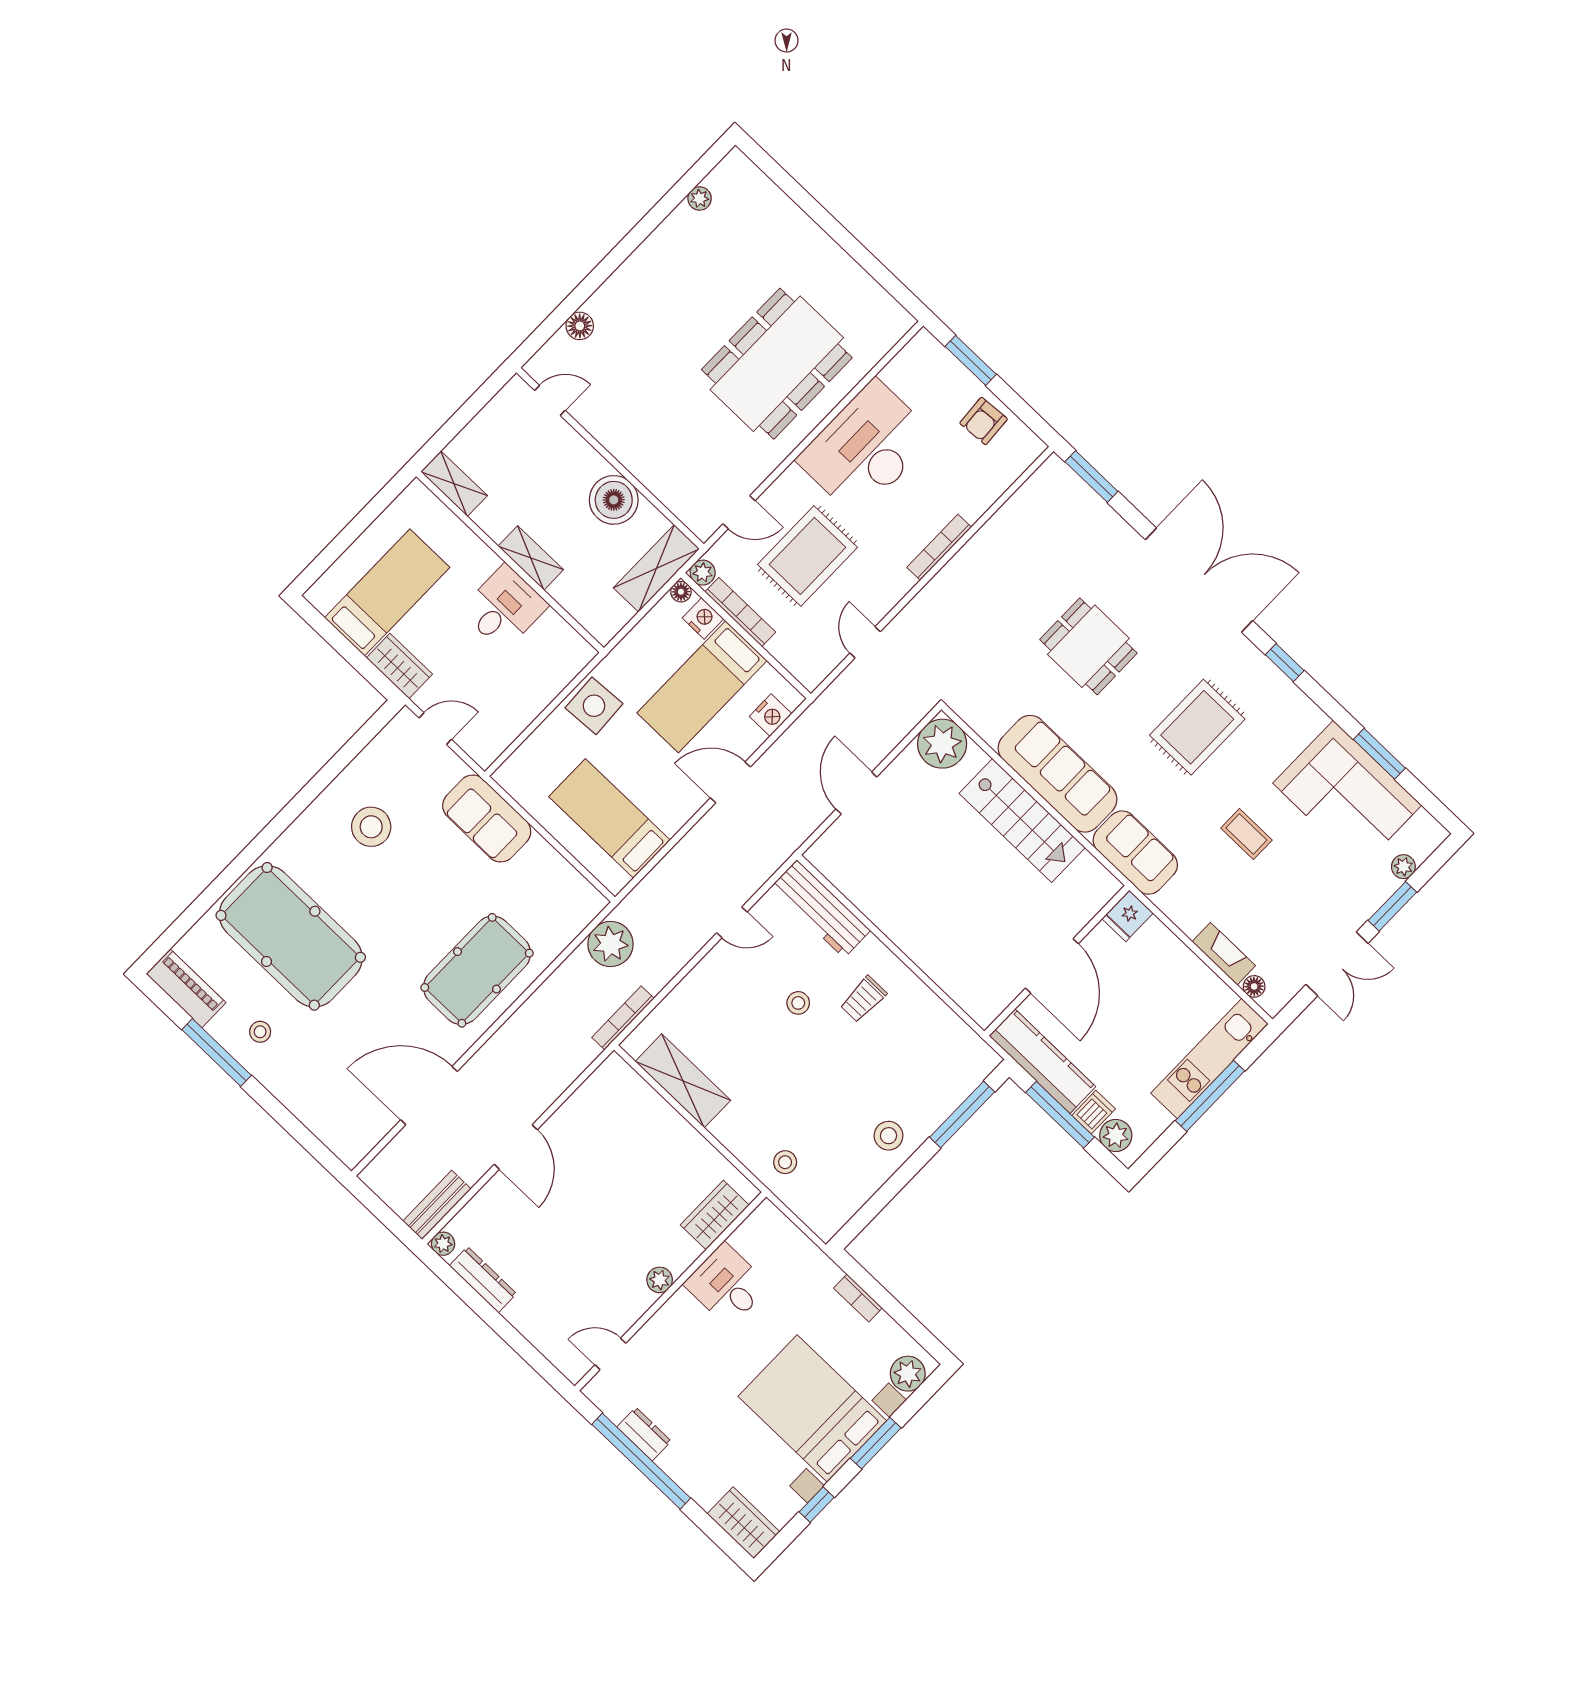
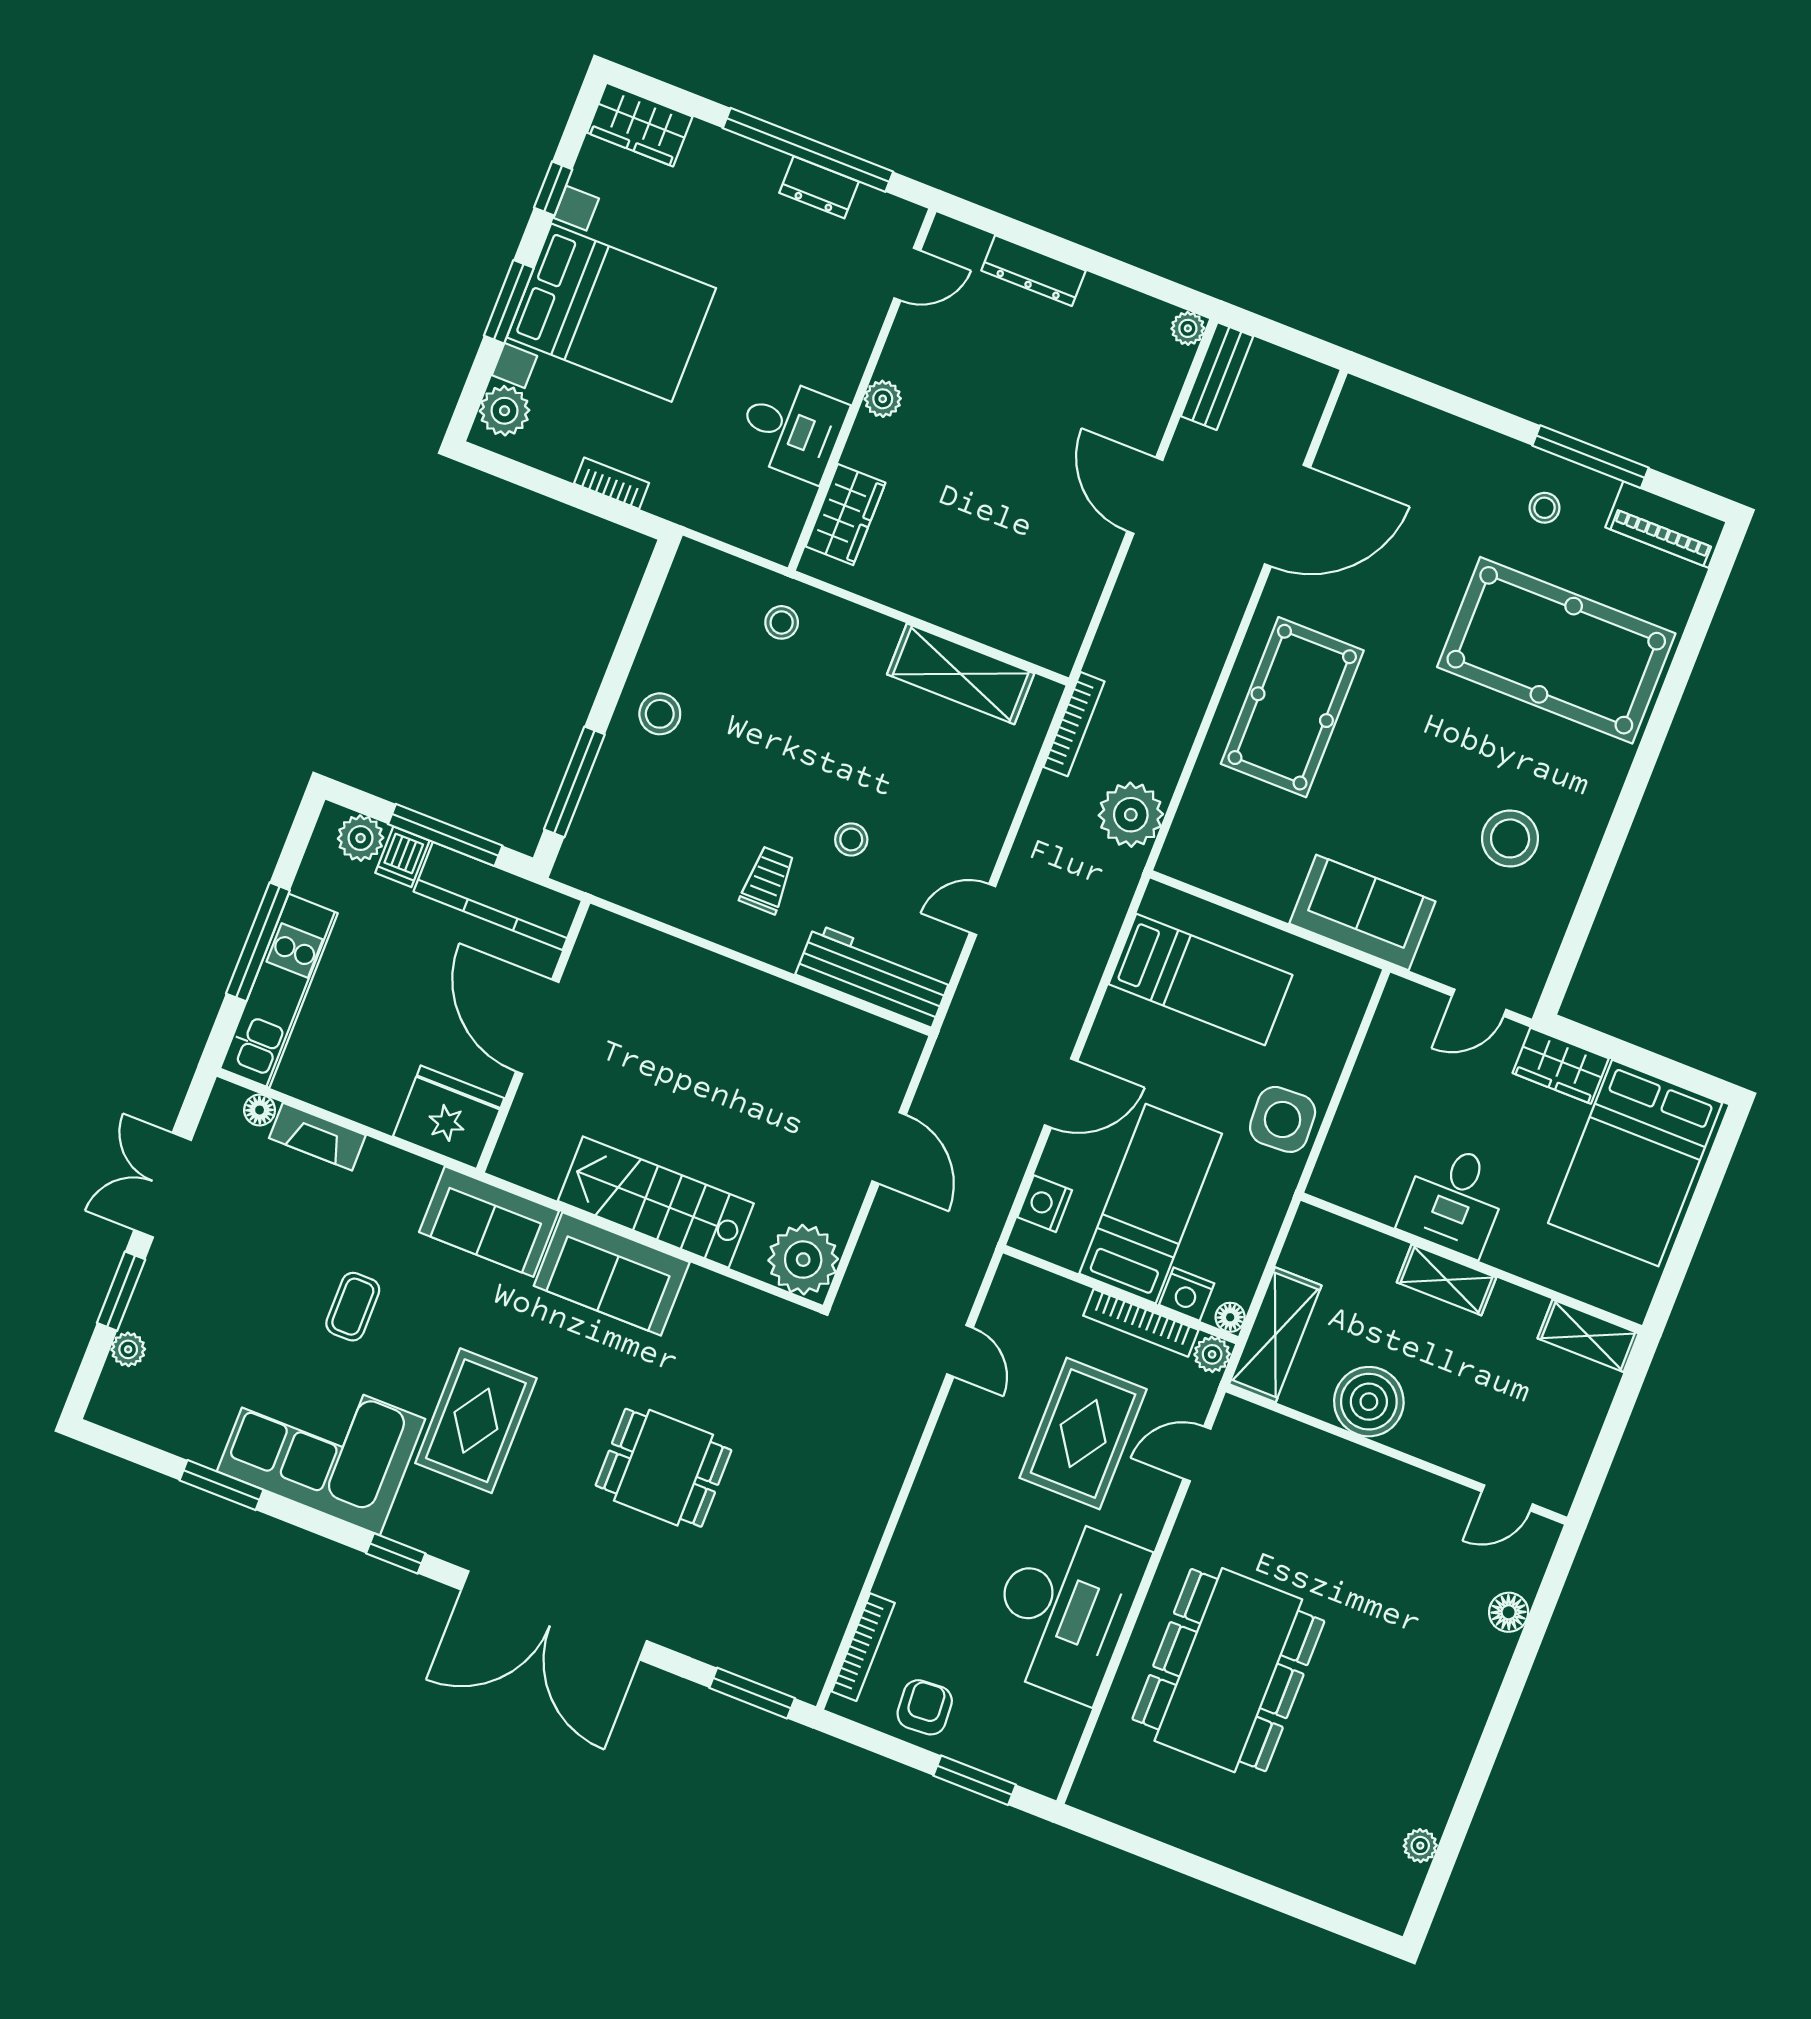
bookcase: (939, 547) -> (863, 1647), moved
bed: (387, 593) -> (1635, 1163), width x1.50
sofa: (1058, 774) -> (612, 1274), width x0.73
corner sofa: (1347, 794) -> (321, 1445), moved
coffee table: (1246, 834) -> (353, 1307), turned 90
fridge: (1128, 916) -> (449, 1117), width x1.88, depth x1.34
dresser: (483, 1280) -> (1034, 271), moved

